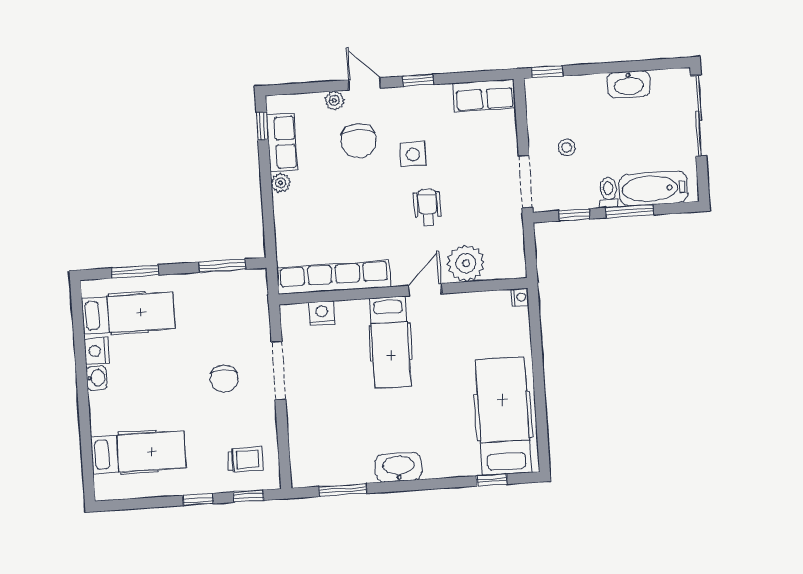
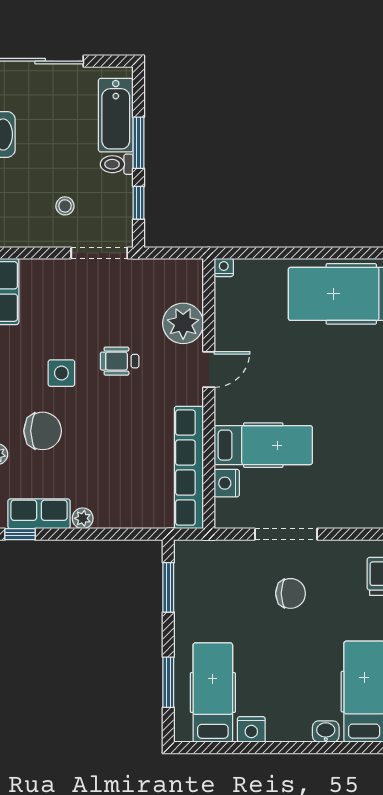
door: (425, 290) -> (209, 369), swing flipped
hospital bed: (390, 342) -> (263, 445), moved
washbasin: (97, 378) -> (326, 731), moved

